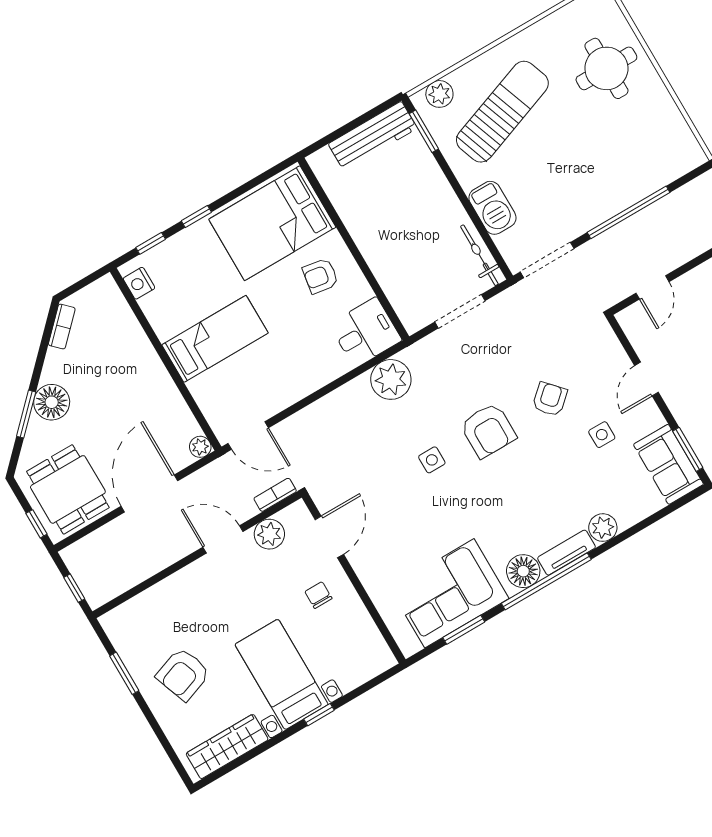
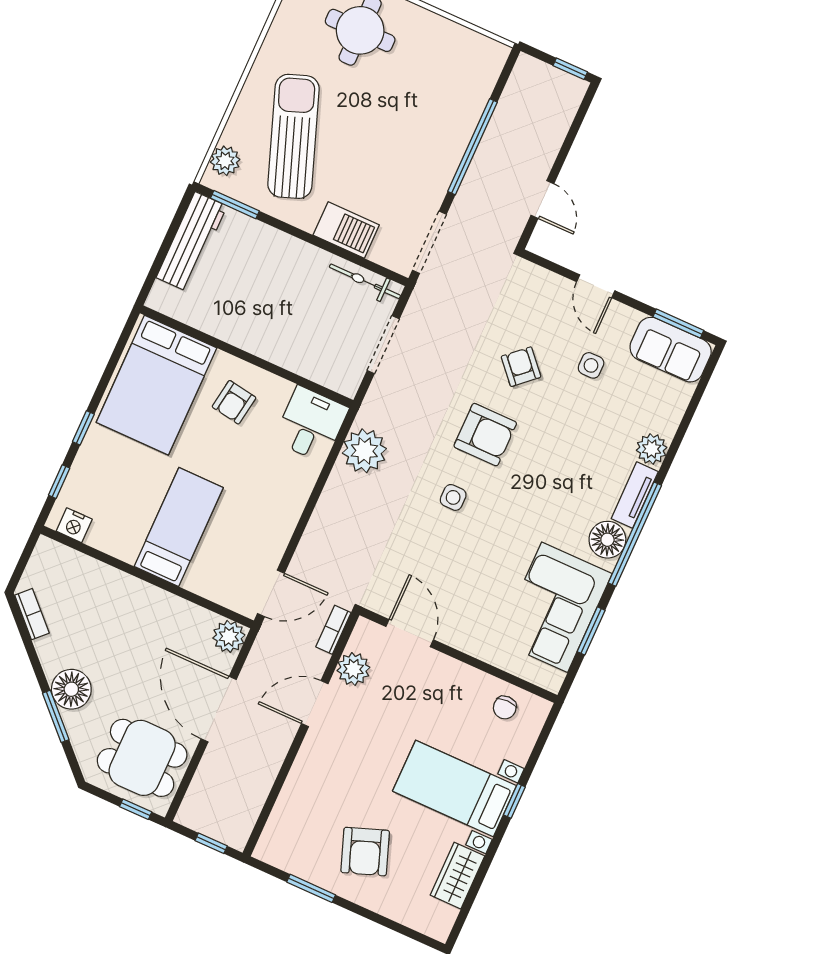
plant: (200, 447) -> (229, 637), width x1.38, depth x1.38
chair: (318, 595) -> (505, 707), moved, turned -90
wardrobe: (227, 747) -> (457, 876), width x0.67

